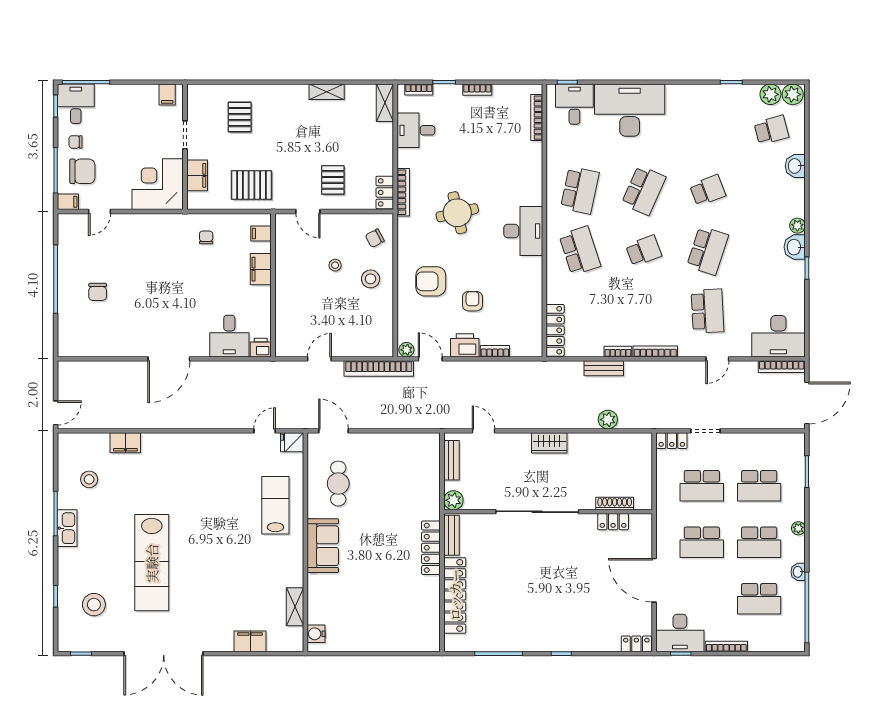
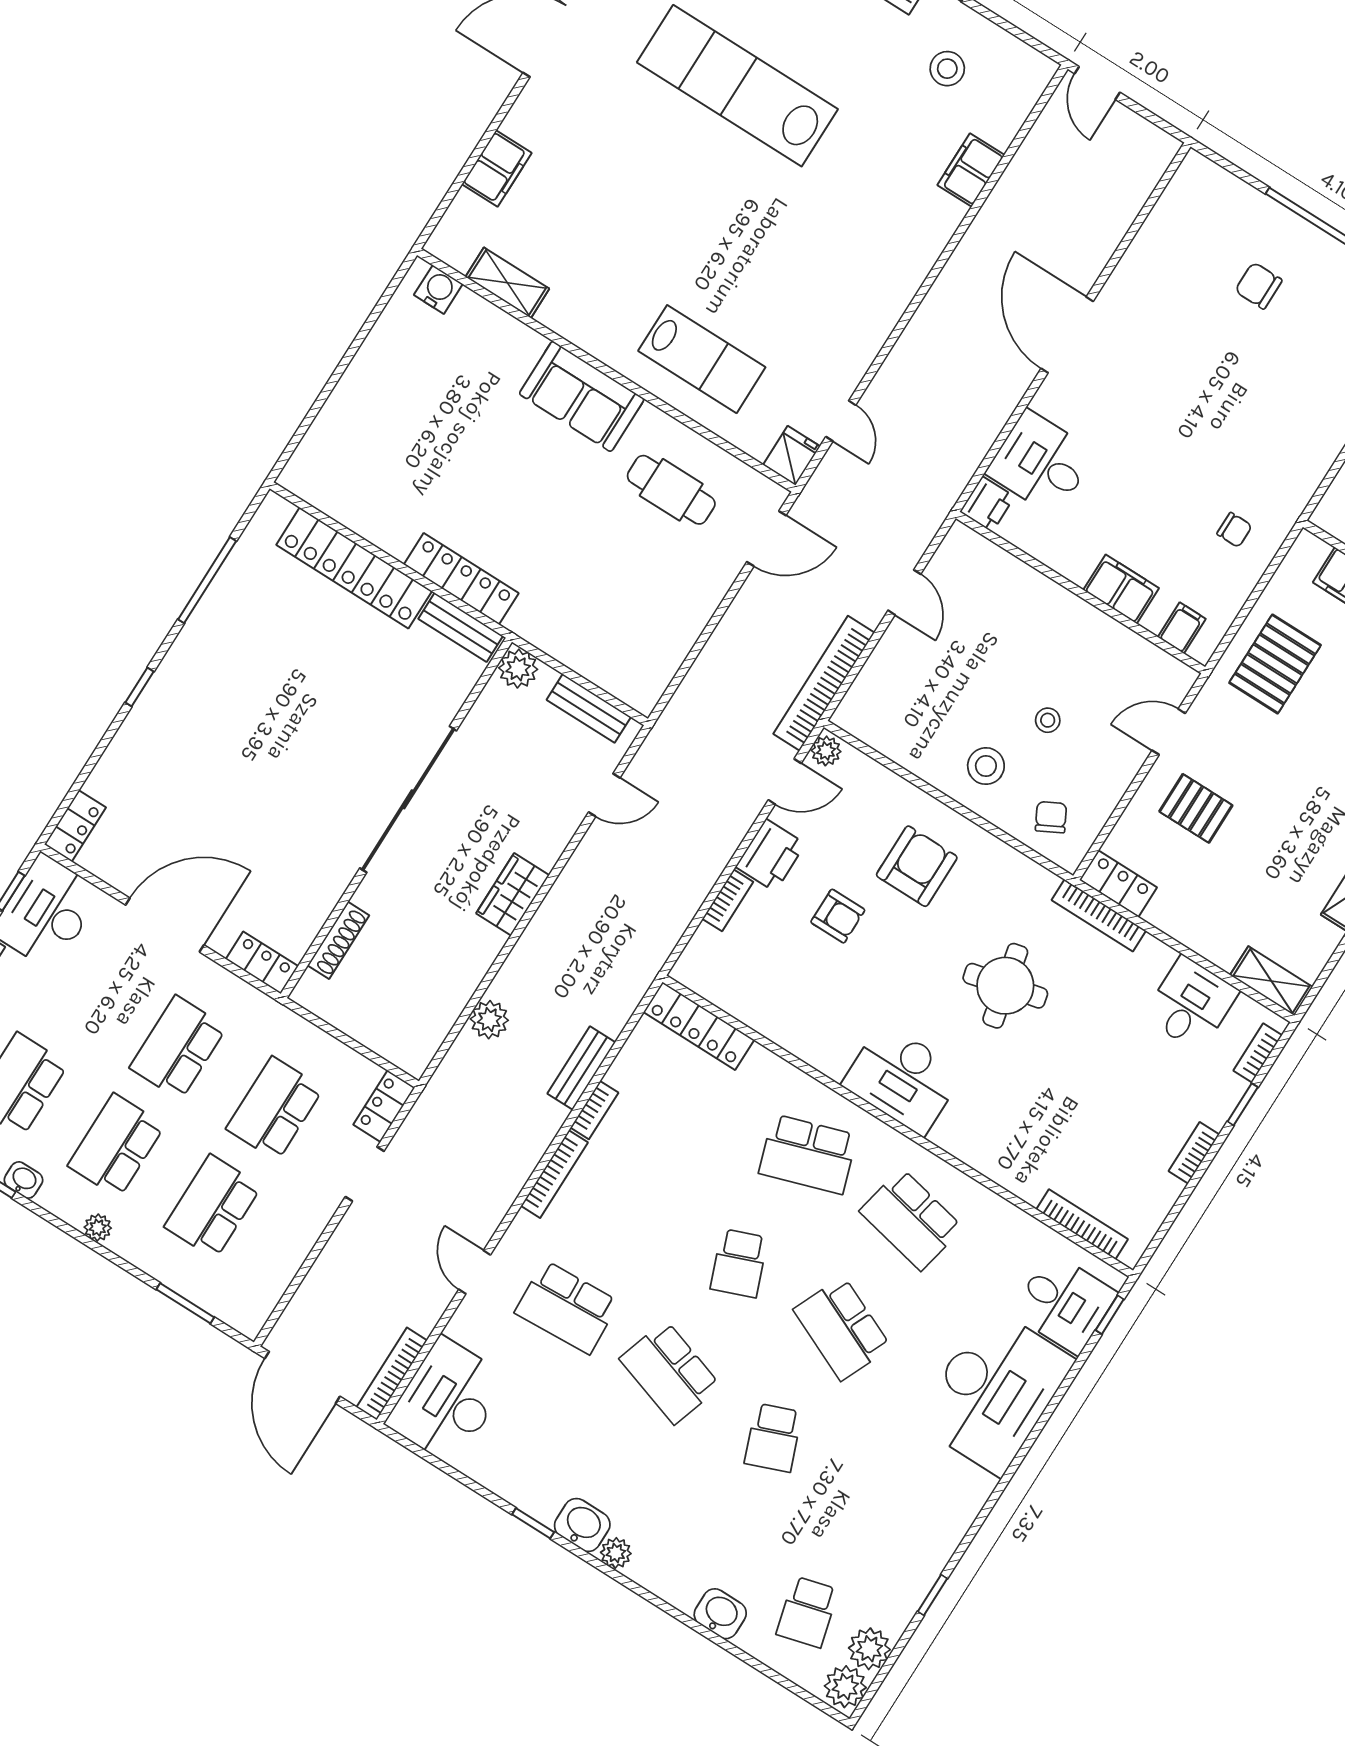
locker: (613, 522) -> (262, 963), moved, turned 90

